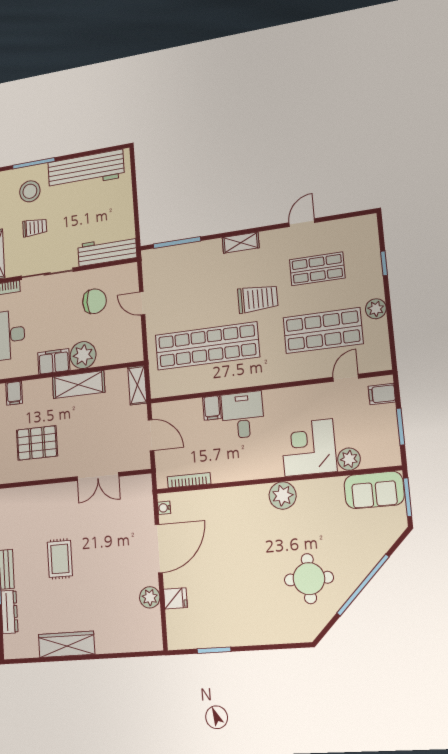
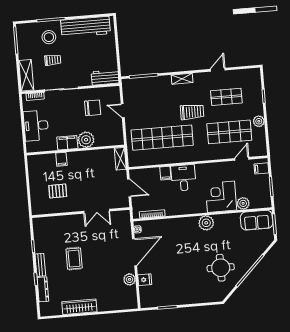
workbench: (107, 251) -> (105, 77), width x0.73
shelving: (79, 385) -> (84, 157), removed
filing cabinet: (14, 393) -> (61, 159), moved
pallet: (37, 443) -> (58, 191), width x0.67, depth x0.71

